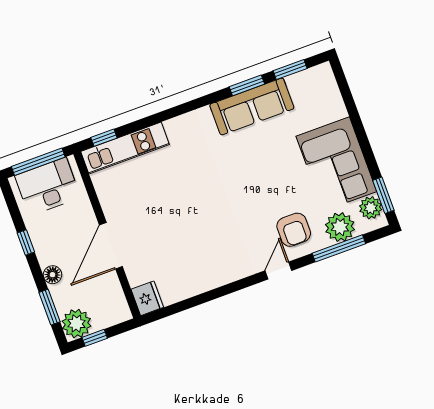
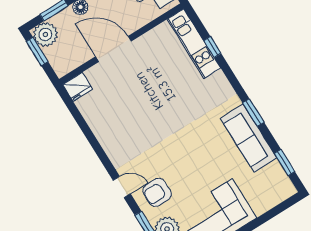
window: (247, 85) -> (253, 113), moved
window: (104, 138) -> (212, 47), moved
window: (95, 338) -> (37, 51), width x1.50

